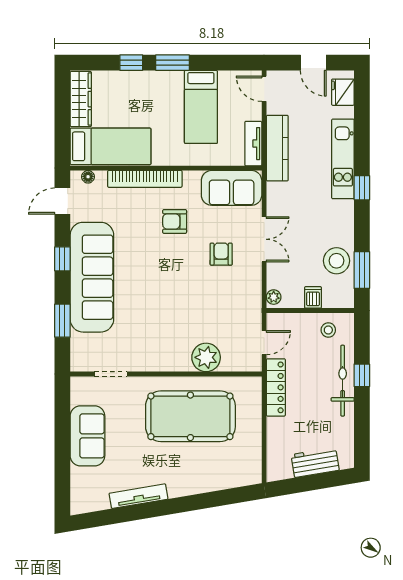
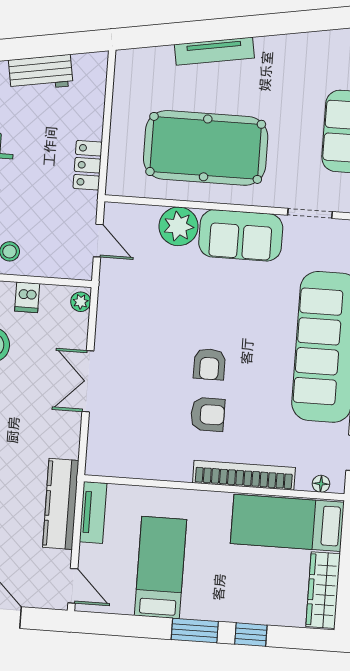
sofa: (232, 188) -> (241, 235), moved, turned 180
armchair: (221, 254) -> (209, 364), moved
door: (264, 343) -> (98, 241), swing flipped
locker: (276, 387) -> (88, 165), width x0.66
tv unit: (138, 496) -> (214, 51), moved

